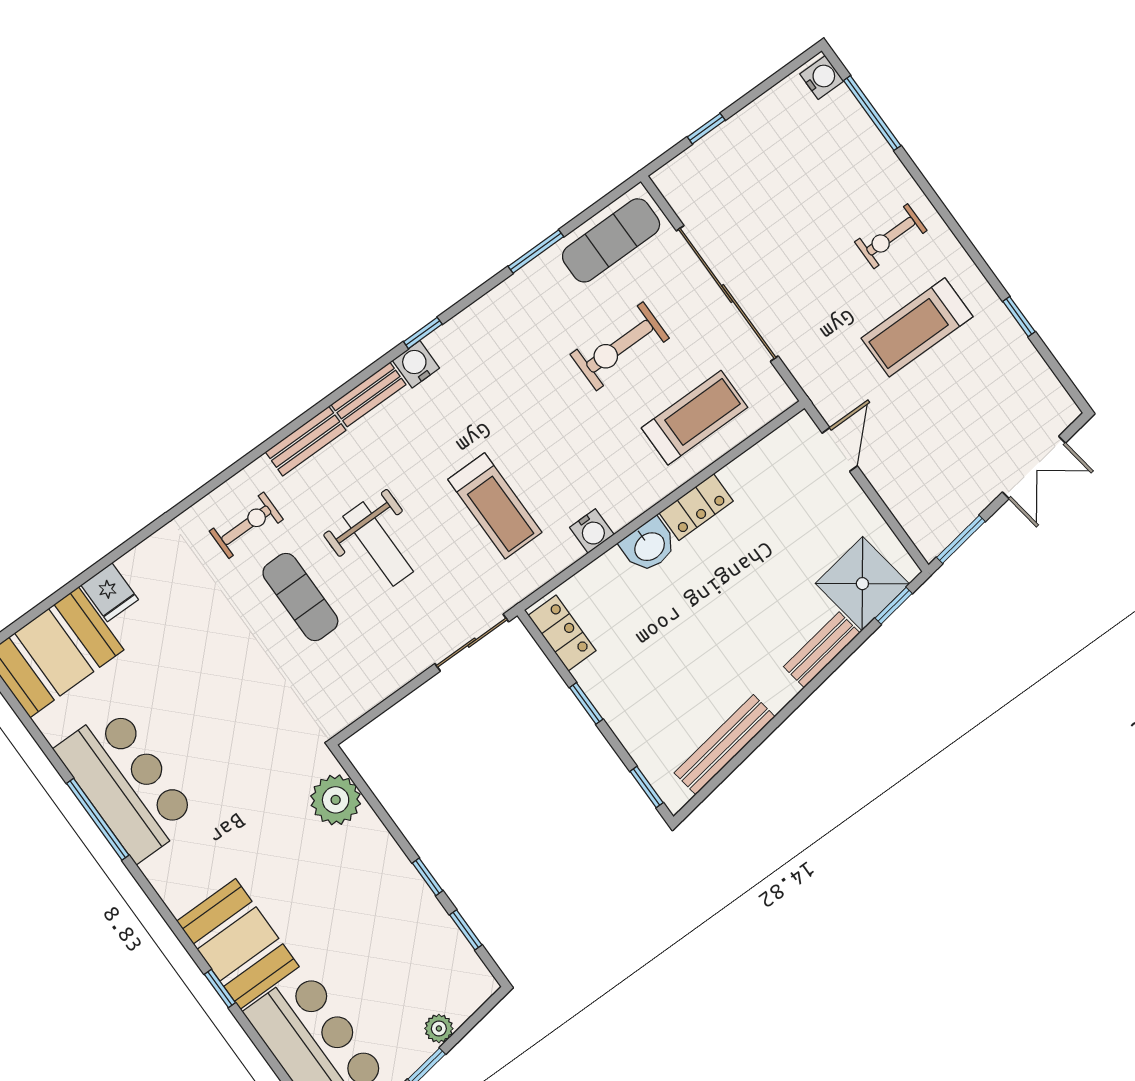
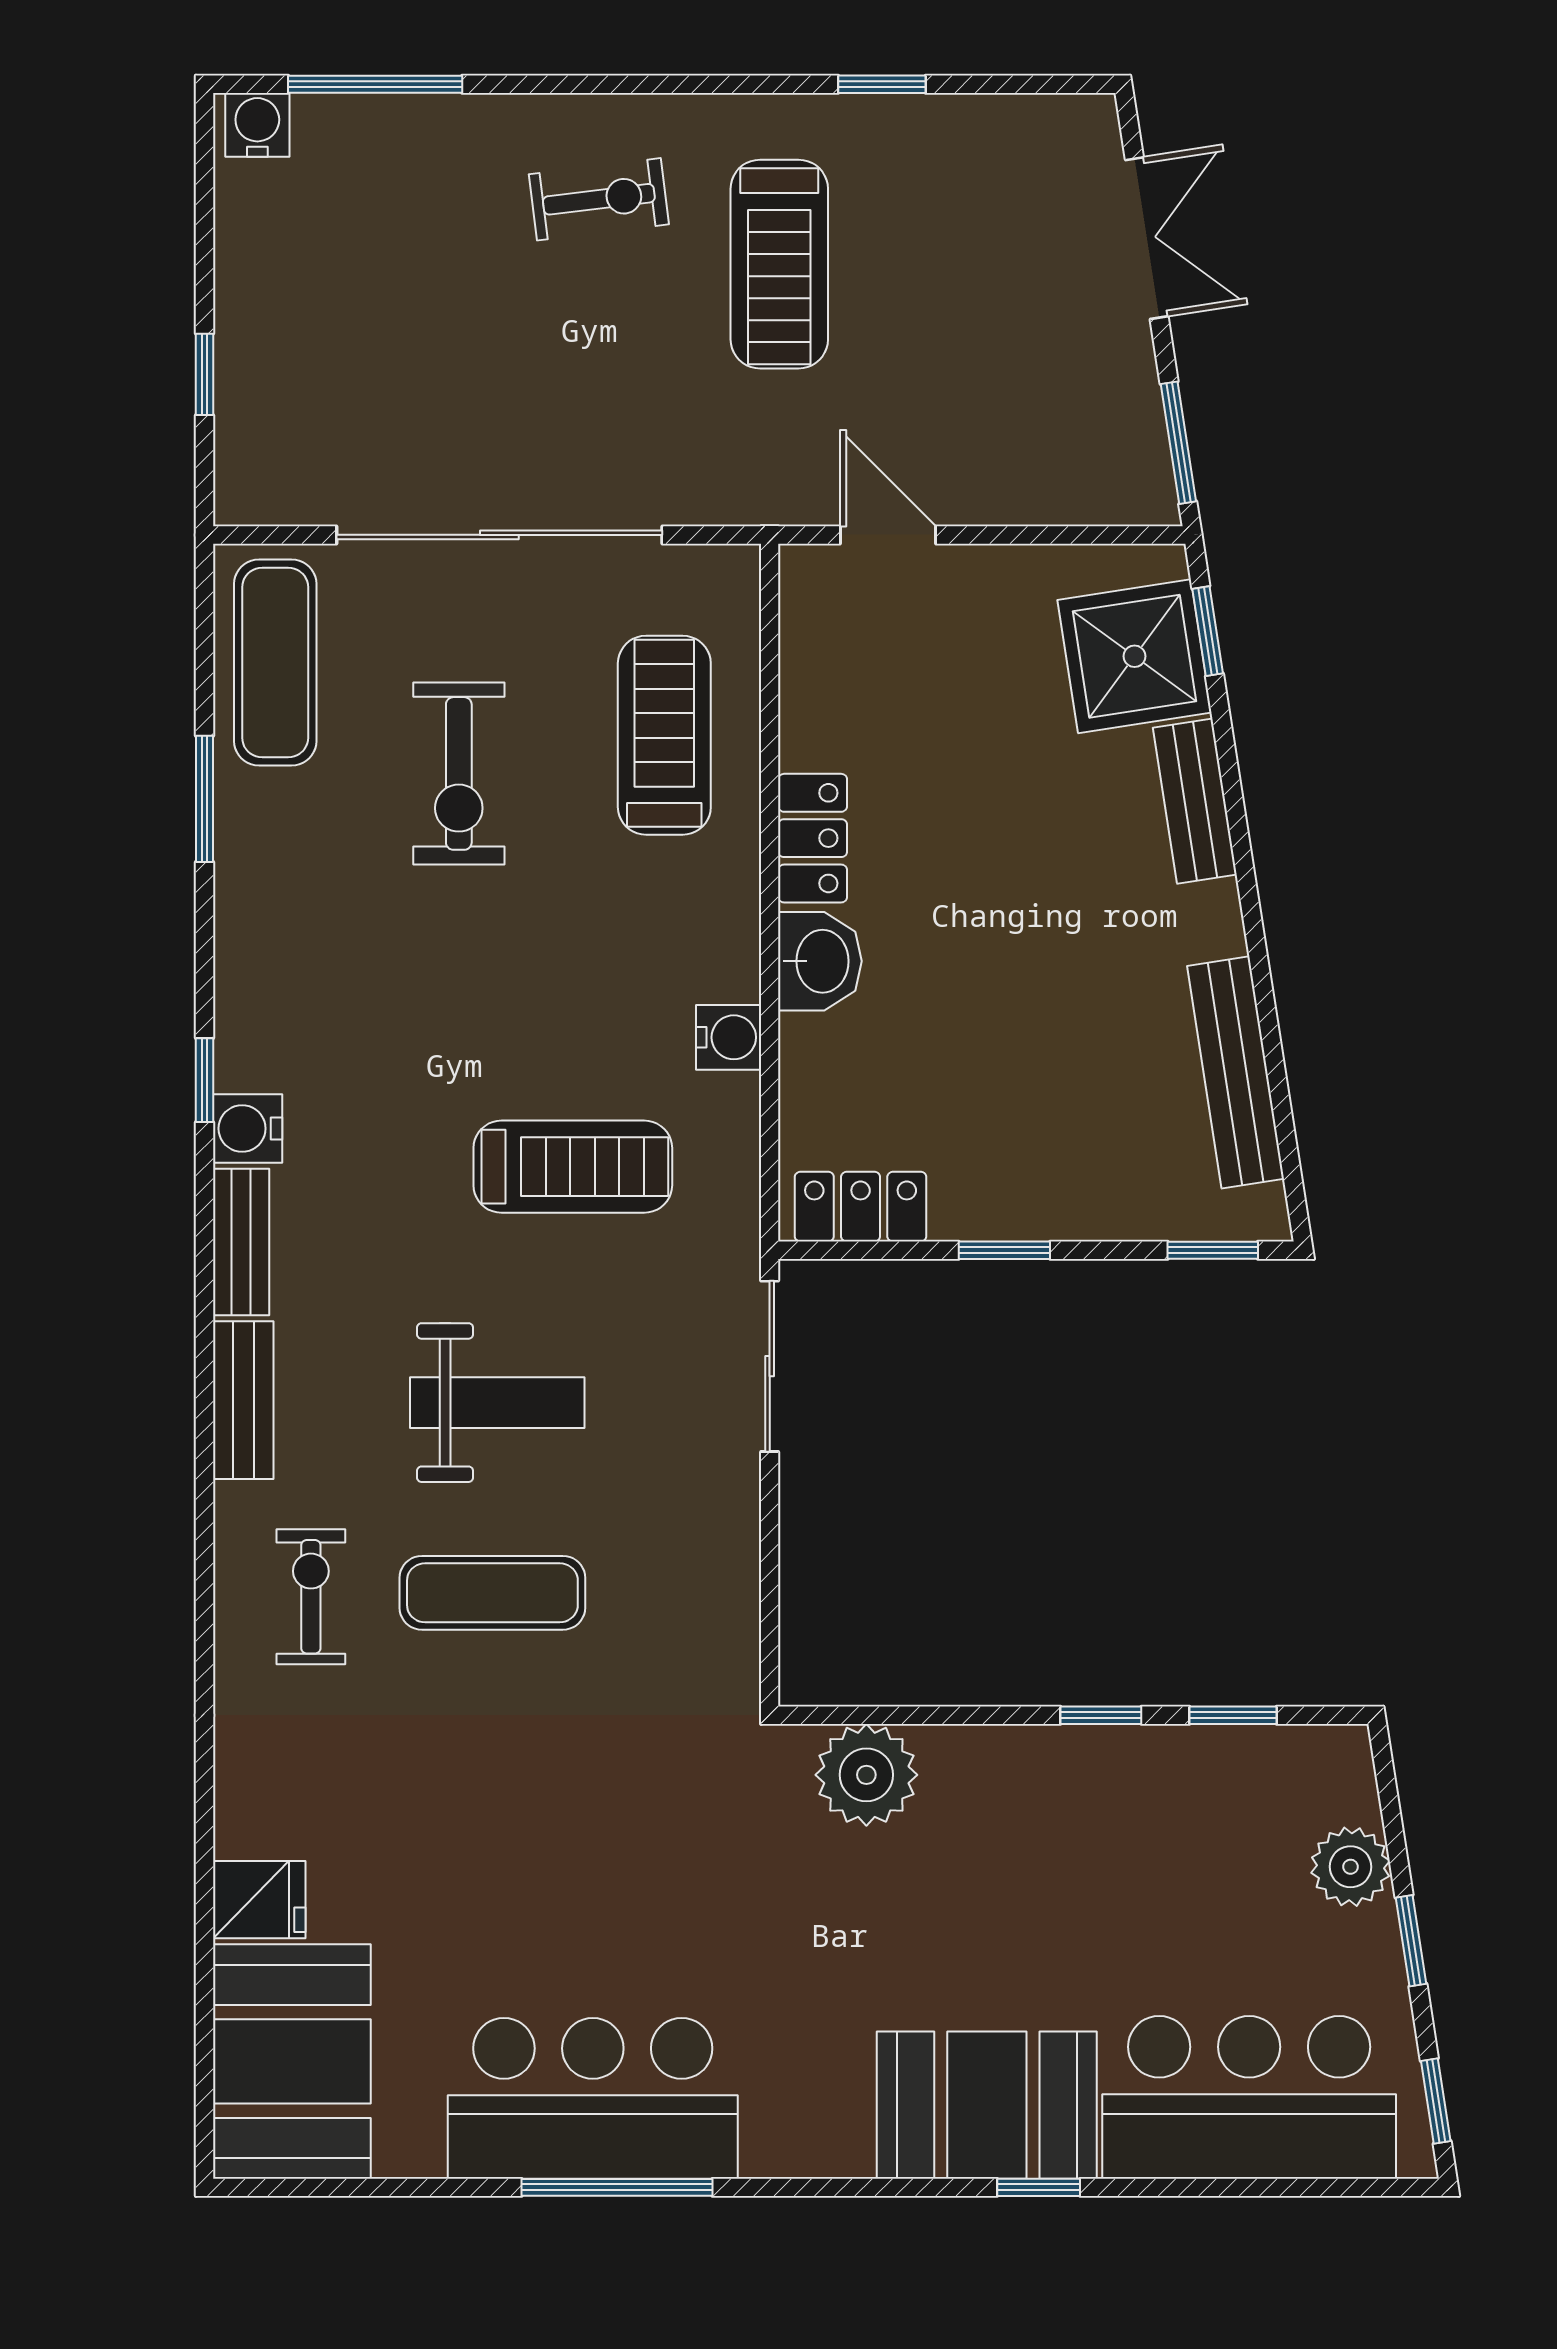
exercise bike: (891, 236) -> (599, 199), turned -97
plant: (439, 1028) -> (1351, 1867), width x1.38, depth x1.38

